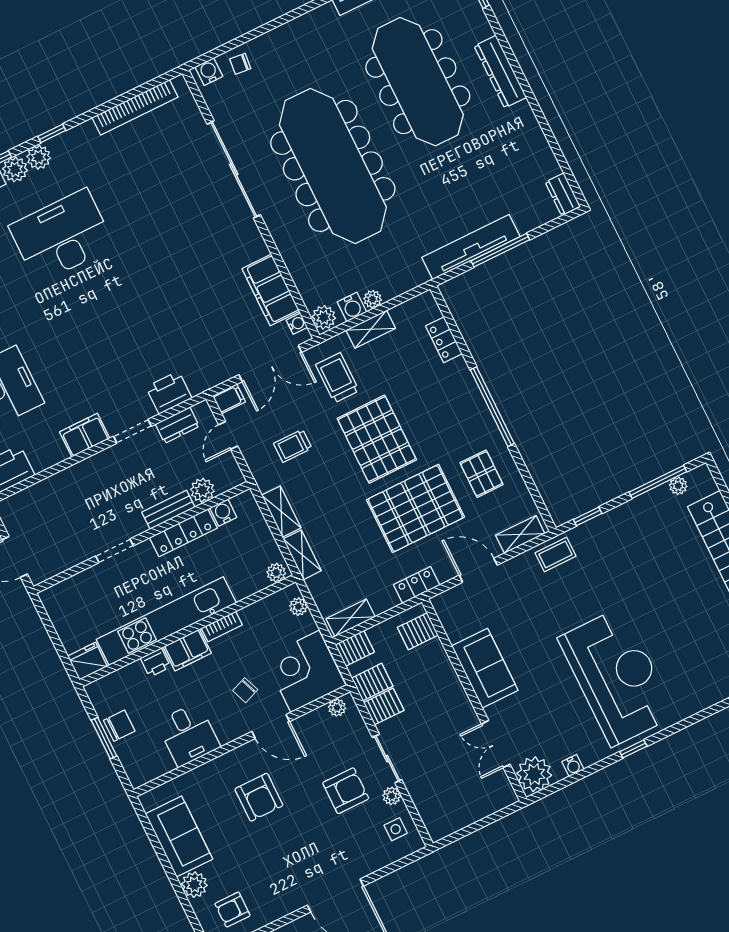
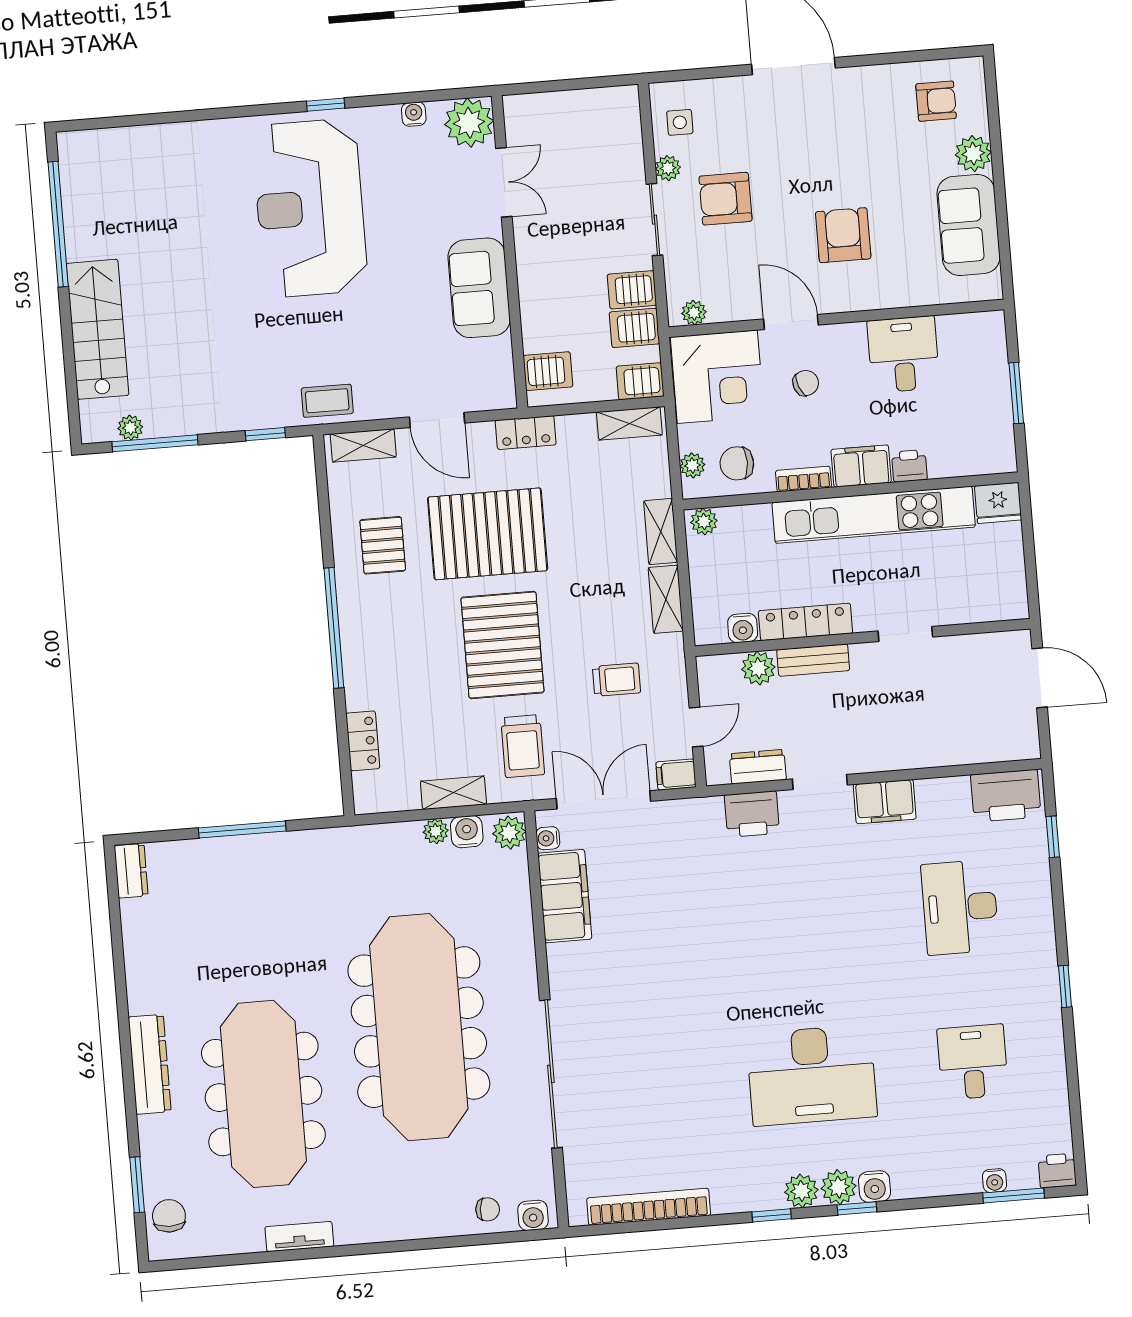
tv unit: (471, 247) -> (279, 849), removed
chair: (119, 726) -> (737, 463), moved

